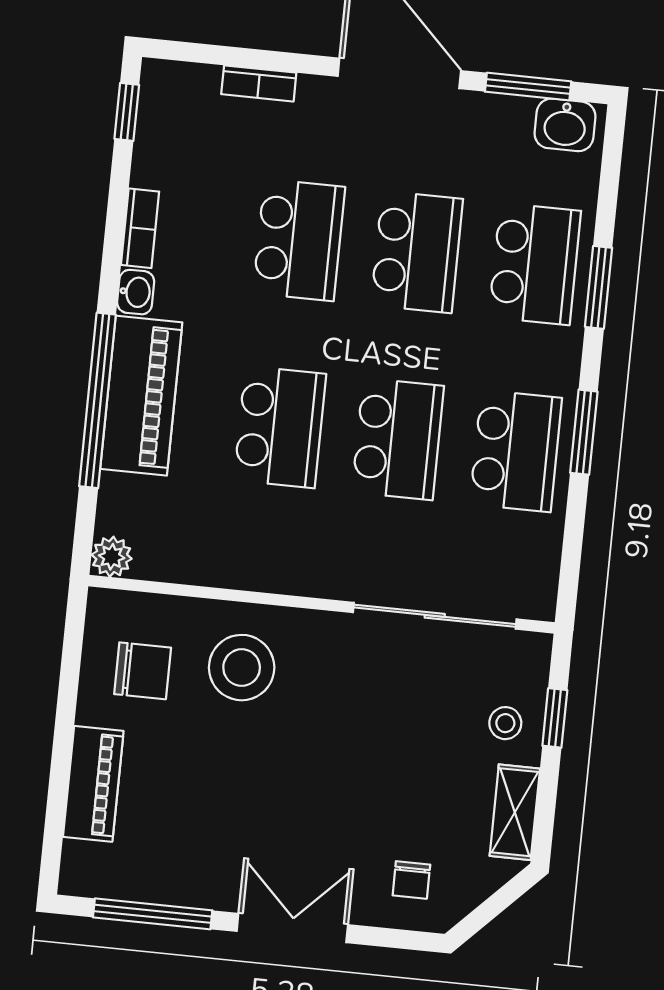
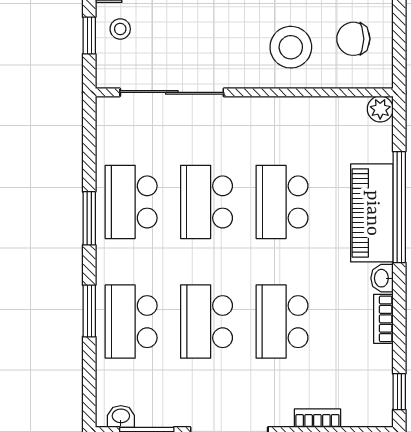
washbasin: (565, 125) -> (121, 417), width x0.72, depth x0.69

